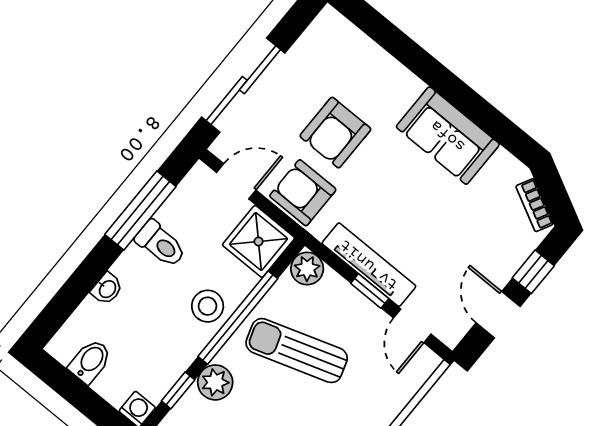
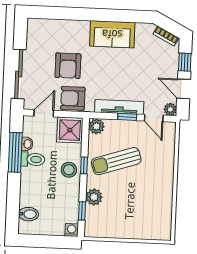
washbasin: (107, 289) -> (27, 144), moved
window: (238, 318) -> (84, 165), width x0.32
plant: (451, 332) -> (170, 109), added
bidet: (90, 361) -> (29, 214), moved, turned 90

